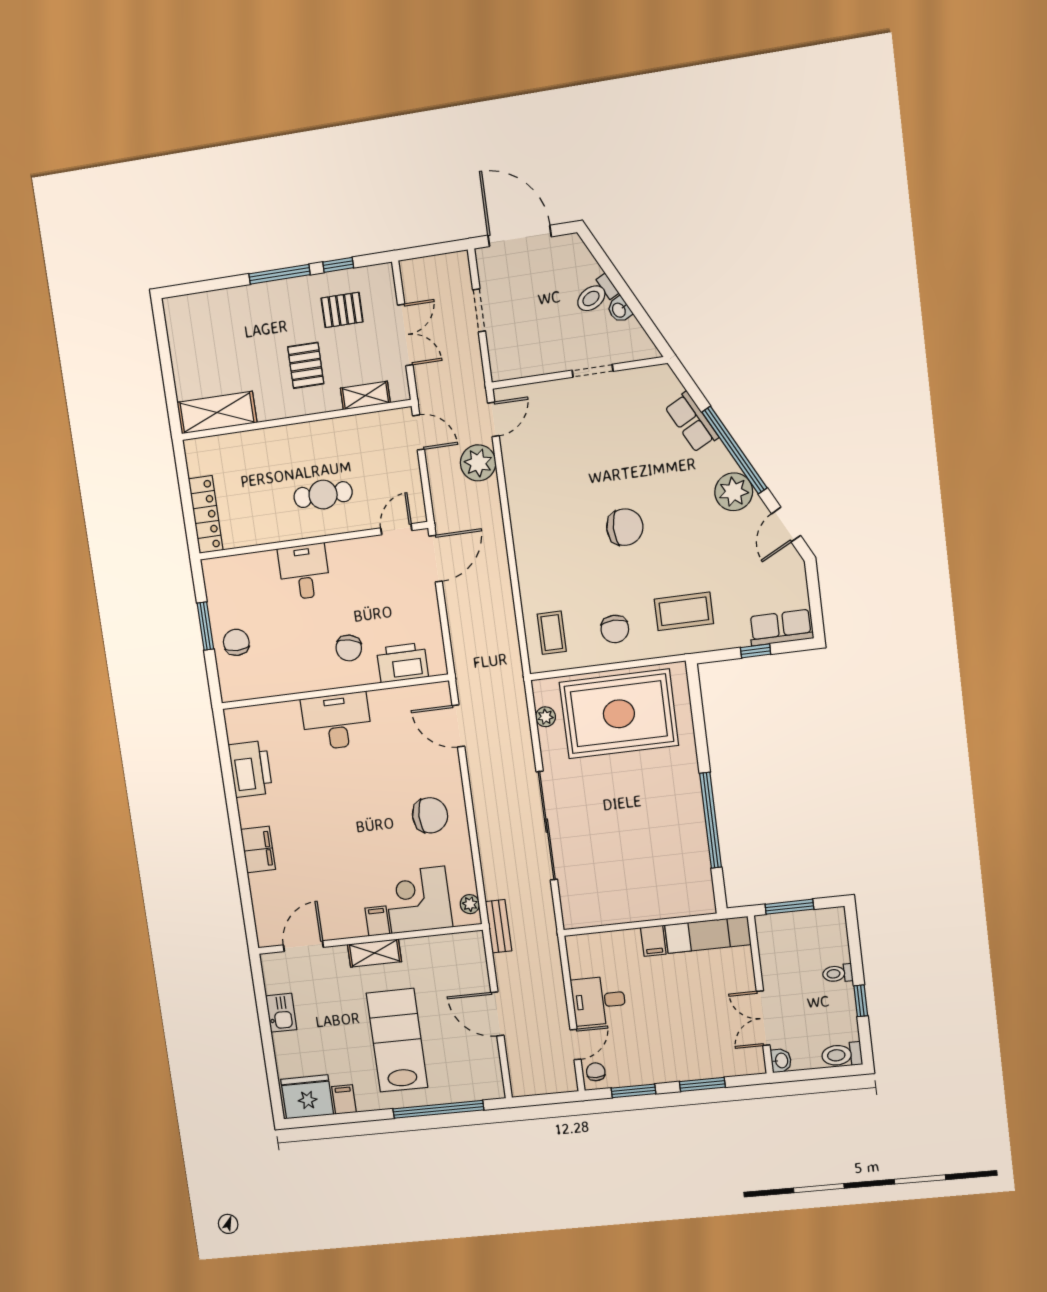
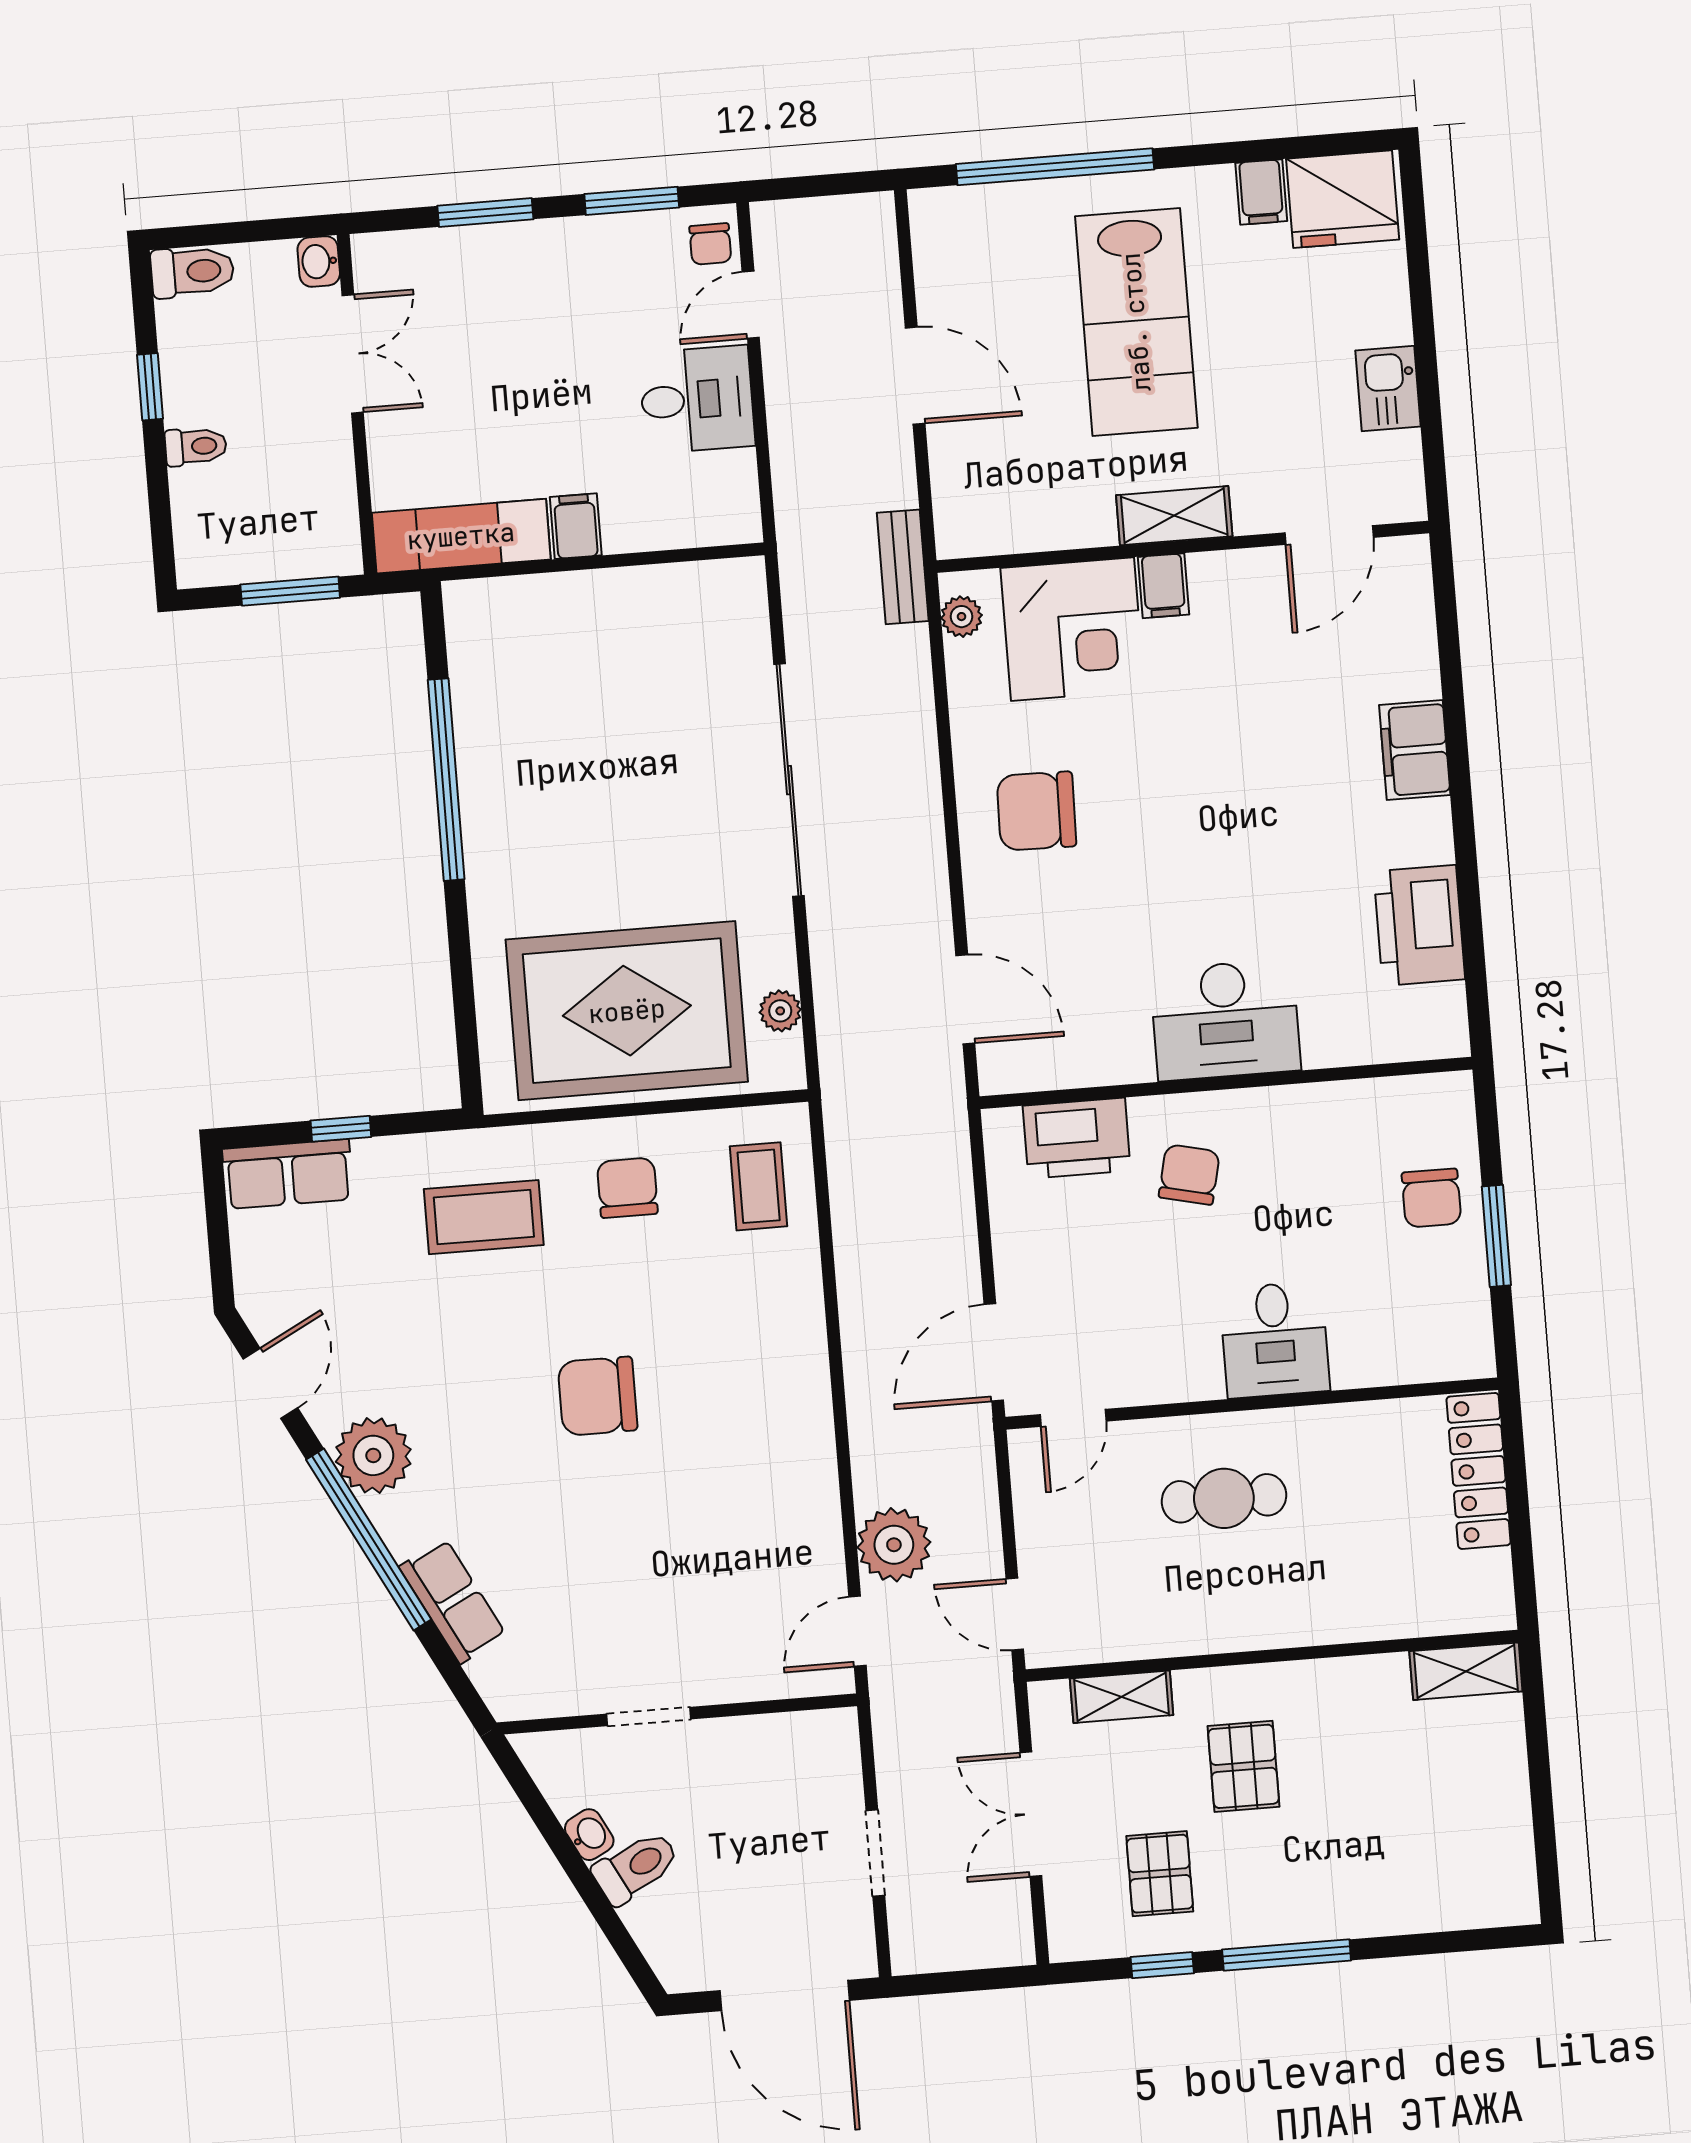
pallet: (342, 310) -> (1160, 1874), turned 90
shelving: (217, 412) -> (1466, 1671), width x0.67, depth x0.75

